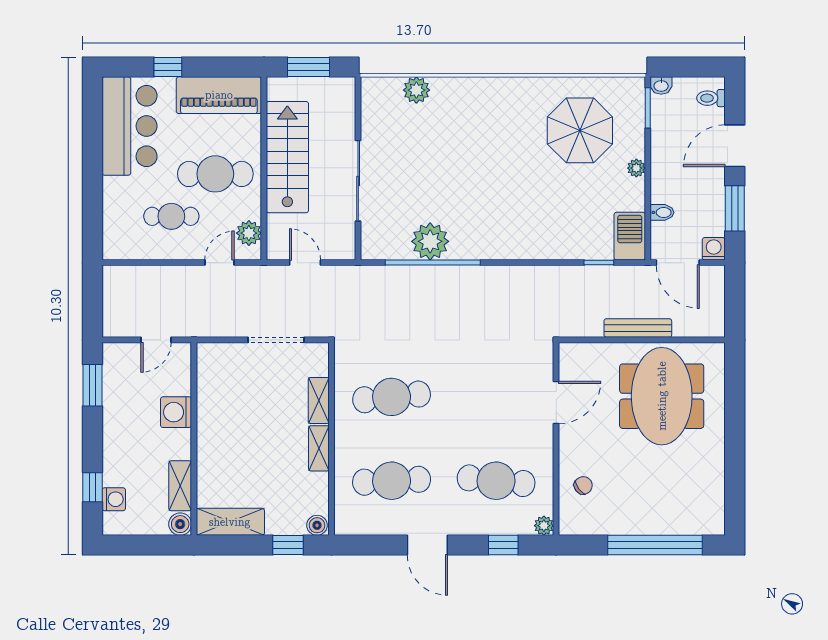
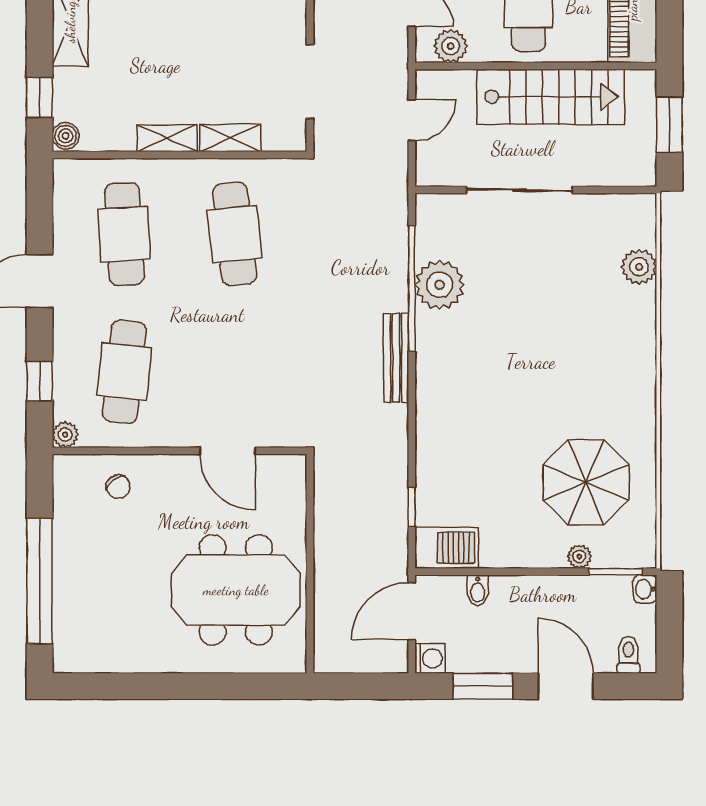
plant: (636, 168) -> (579, 557), moved
bench: (638, 328) -> (396, 358), moved

